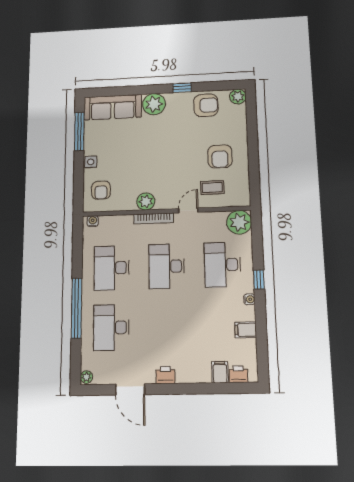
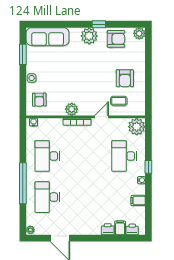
plant: (154, 104) -> (89, 36), moved
window: (79, 131) -> (23, 54), width x0.69
desk: (167, 266) -> (86, 156), removed
printer: (166, 375) -> (108, 229), moved

